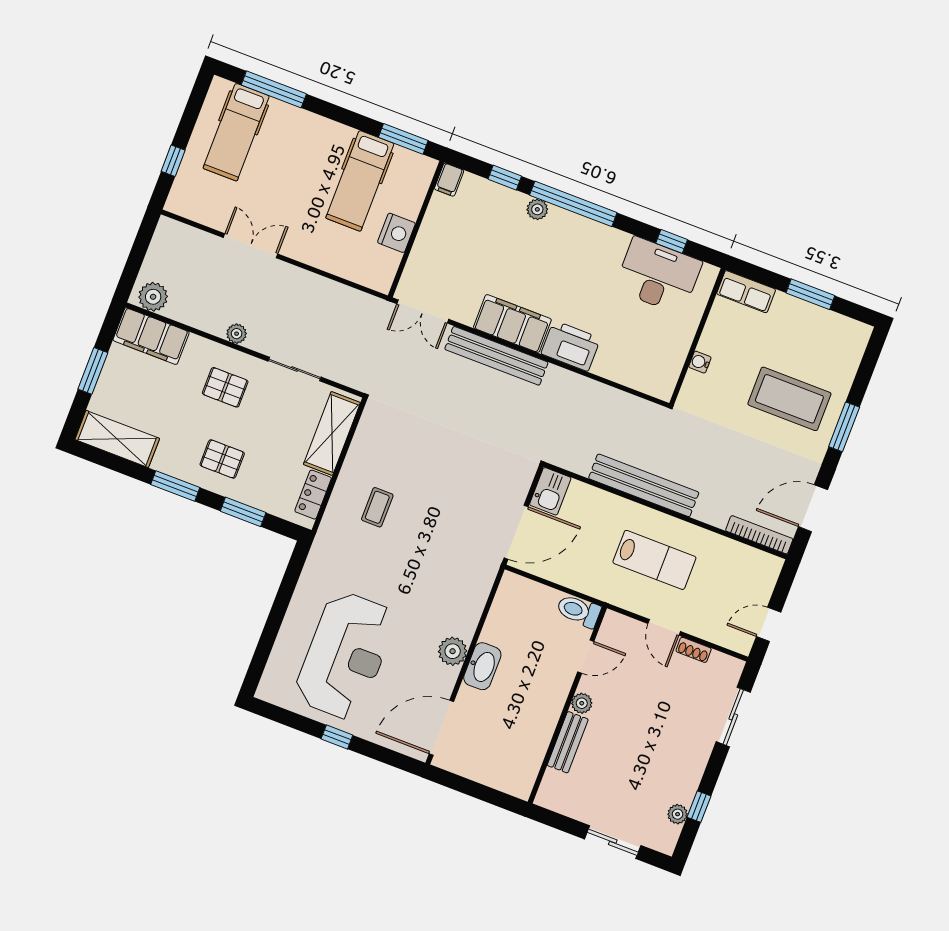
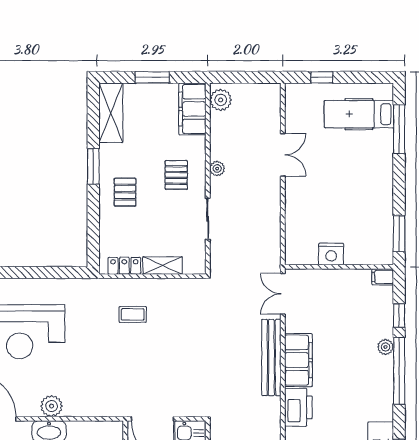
hospital bed: (360, 181) -> (358, 214), removed
shelving: (332, 434) -> (163, 266), width x0.67, depth x0.75
window: (243, 512) -> (93, 221), removed

